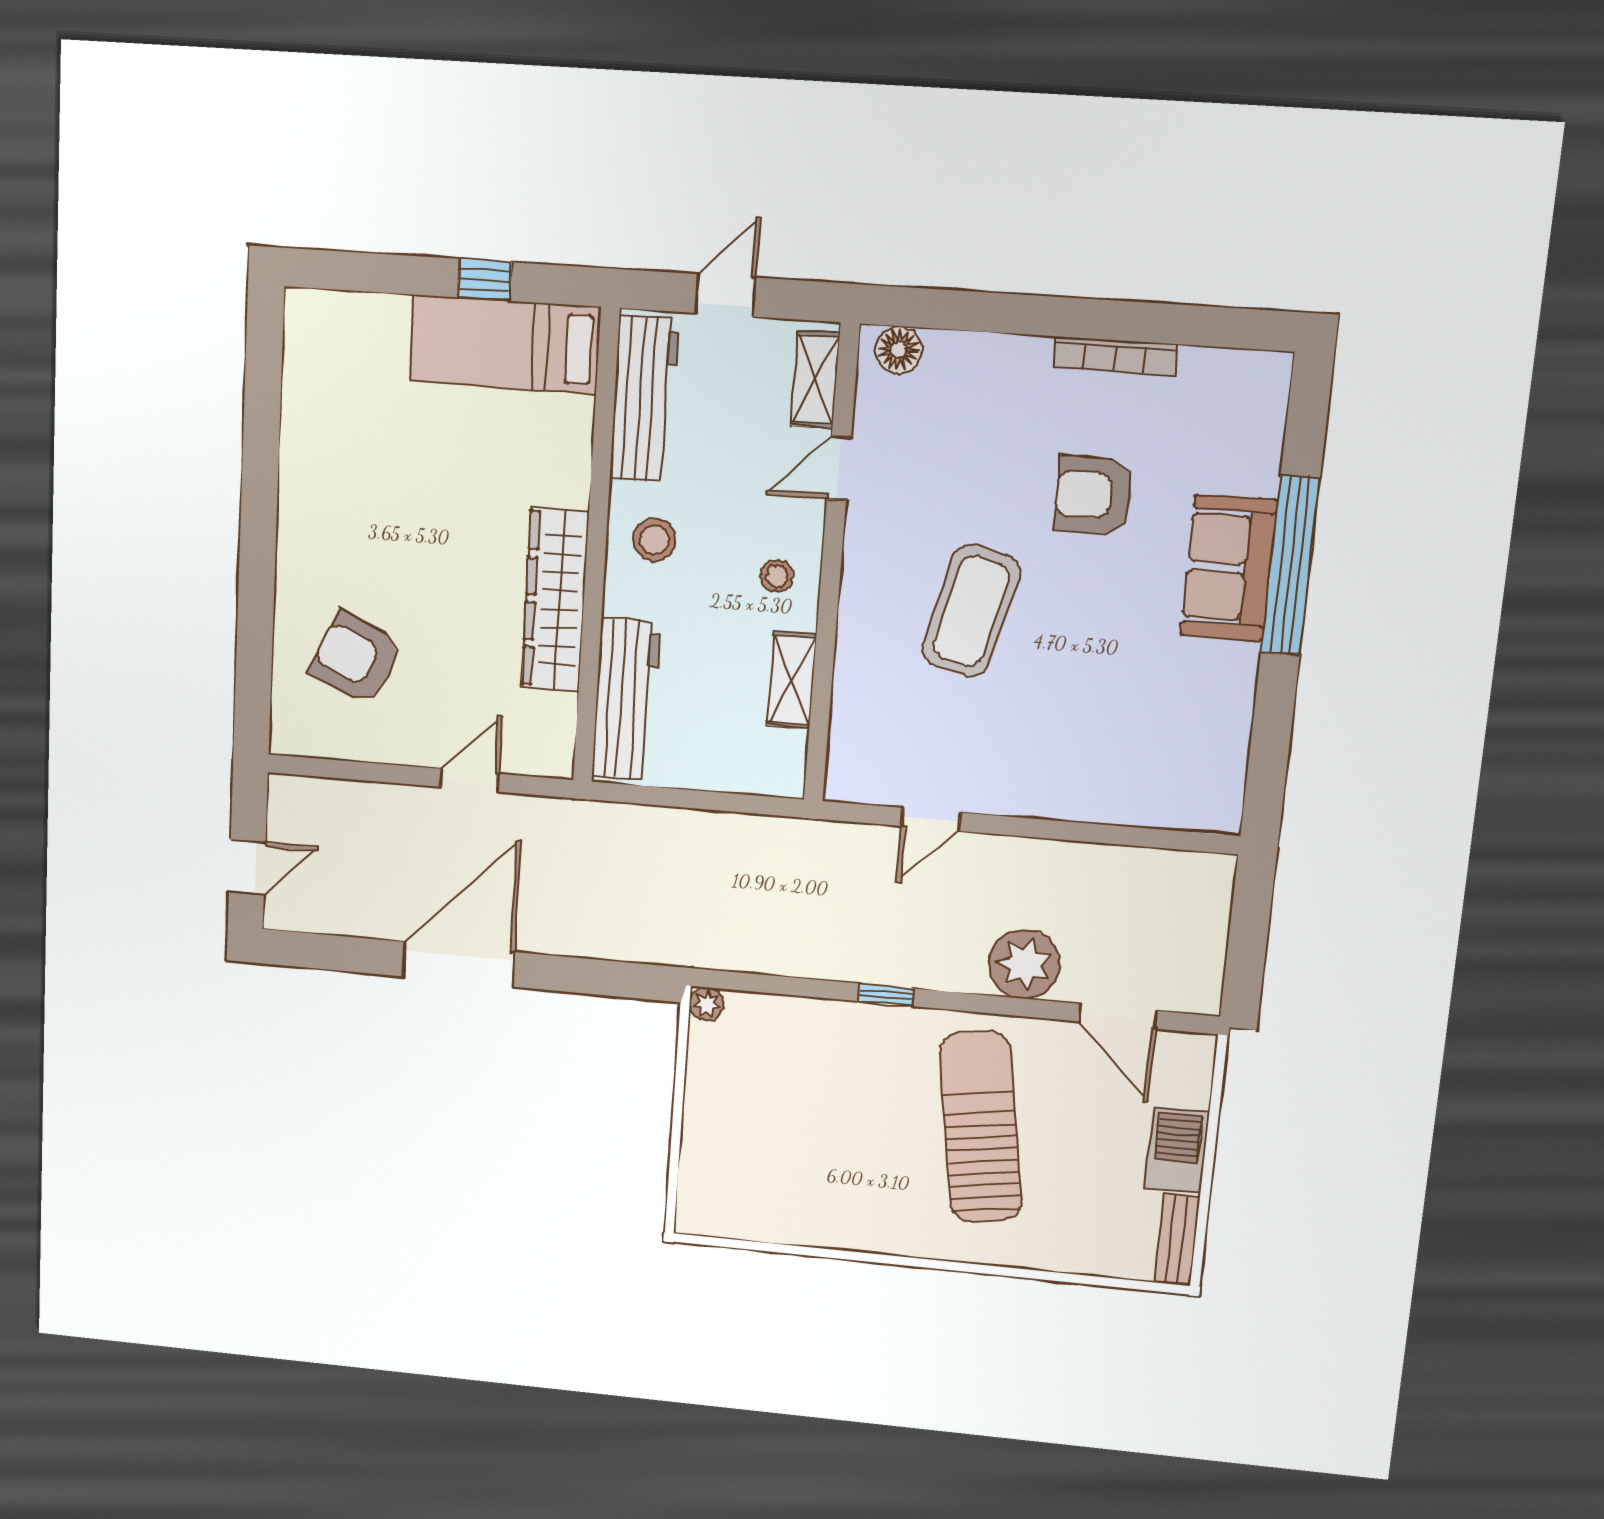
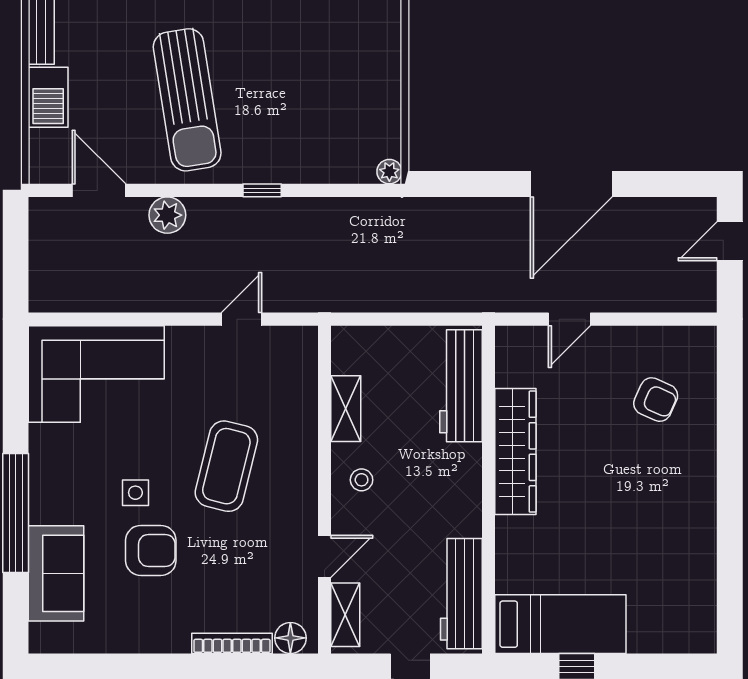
bookcase: (1115, 356) -> (232, 643), moved
stool: (655, 540) -> (448, 499), removed
sofa: (1229, 568) -> (56, 573), moved
side table: (1108, 582) -> (135, 493), added
armchair: (356, 658) -> (656, 400), width x0.72, depth x0.72
corner sofa: (1148, 759) -> (96, 374), added
plant: (1024, 964) -> (167, 215), width x0.73, depth x0.73

